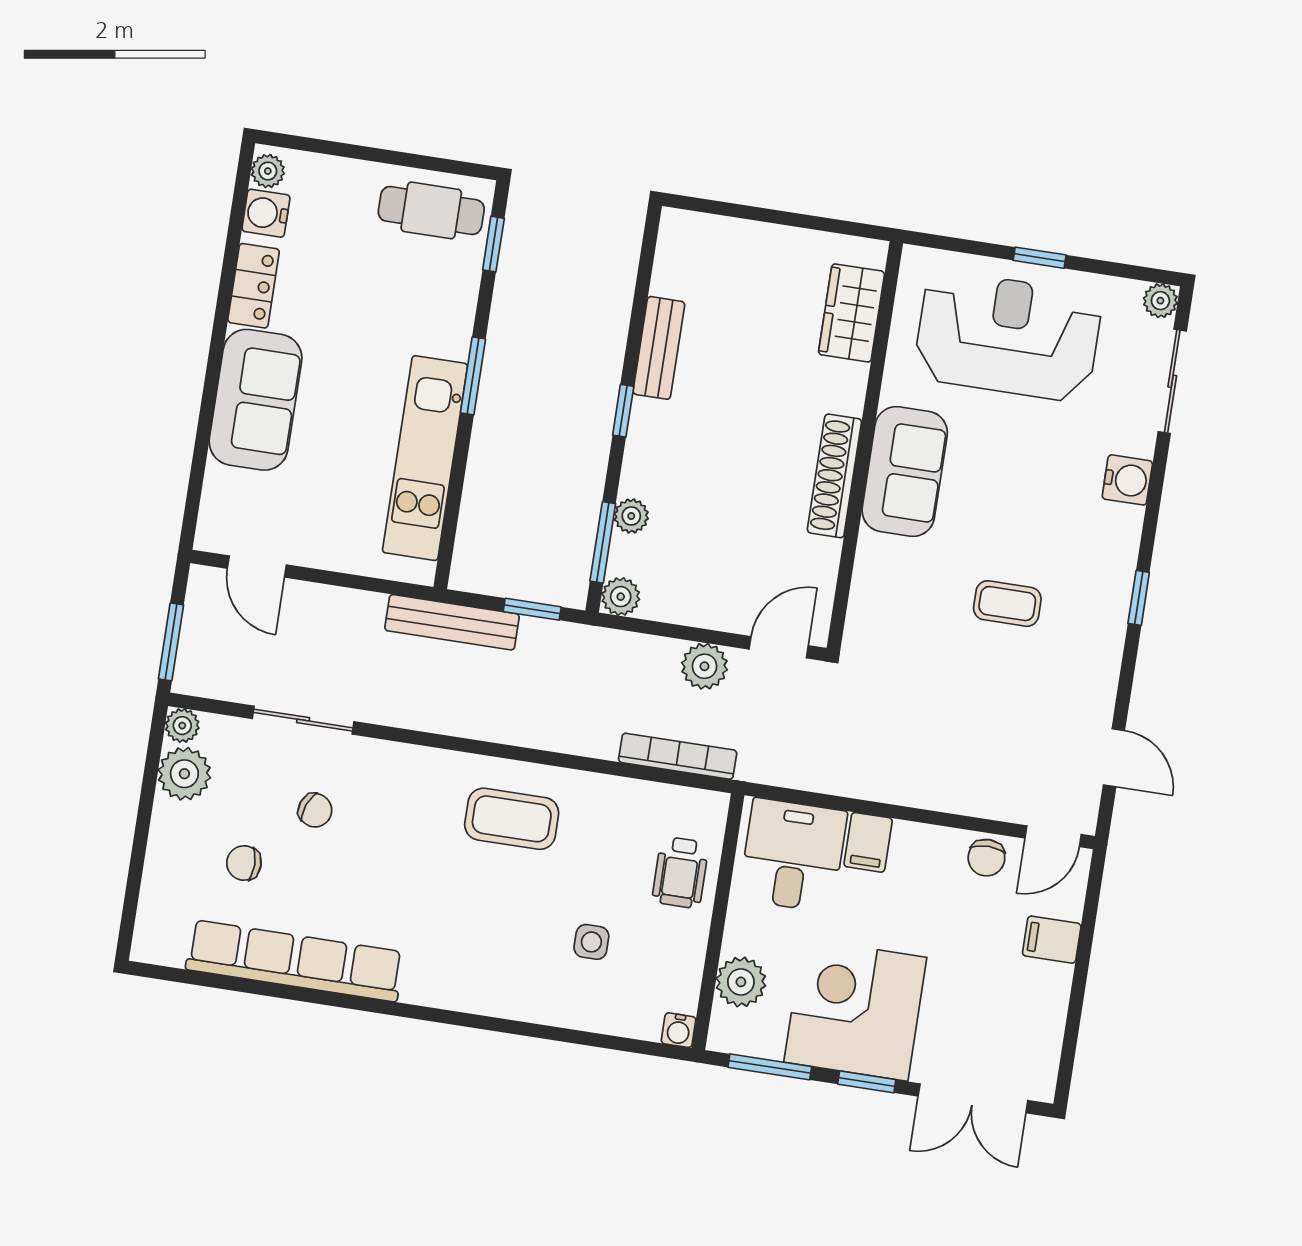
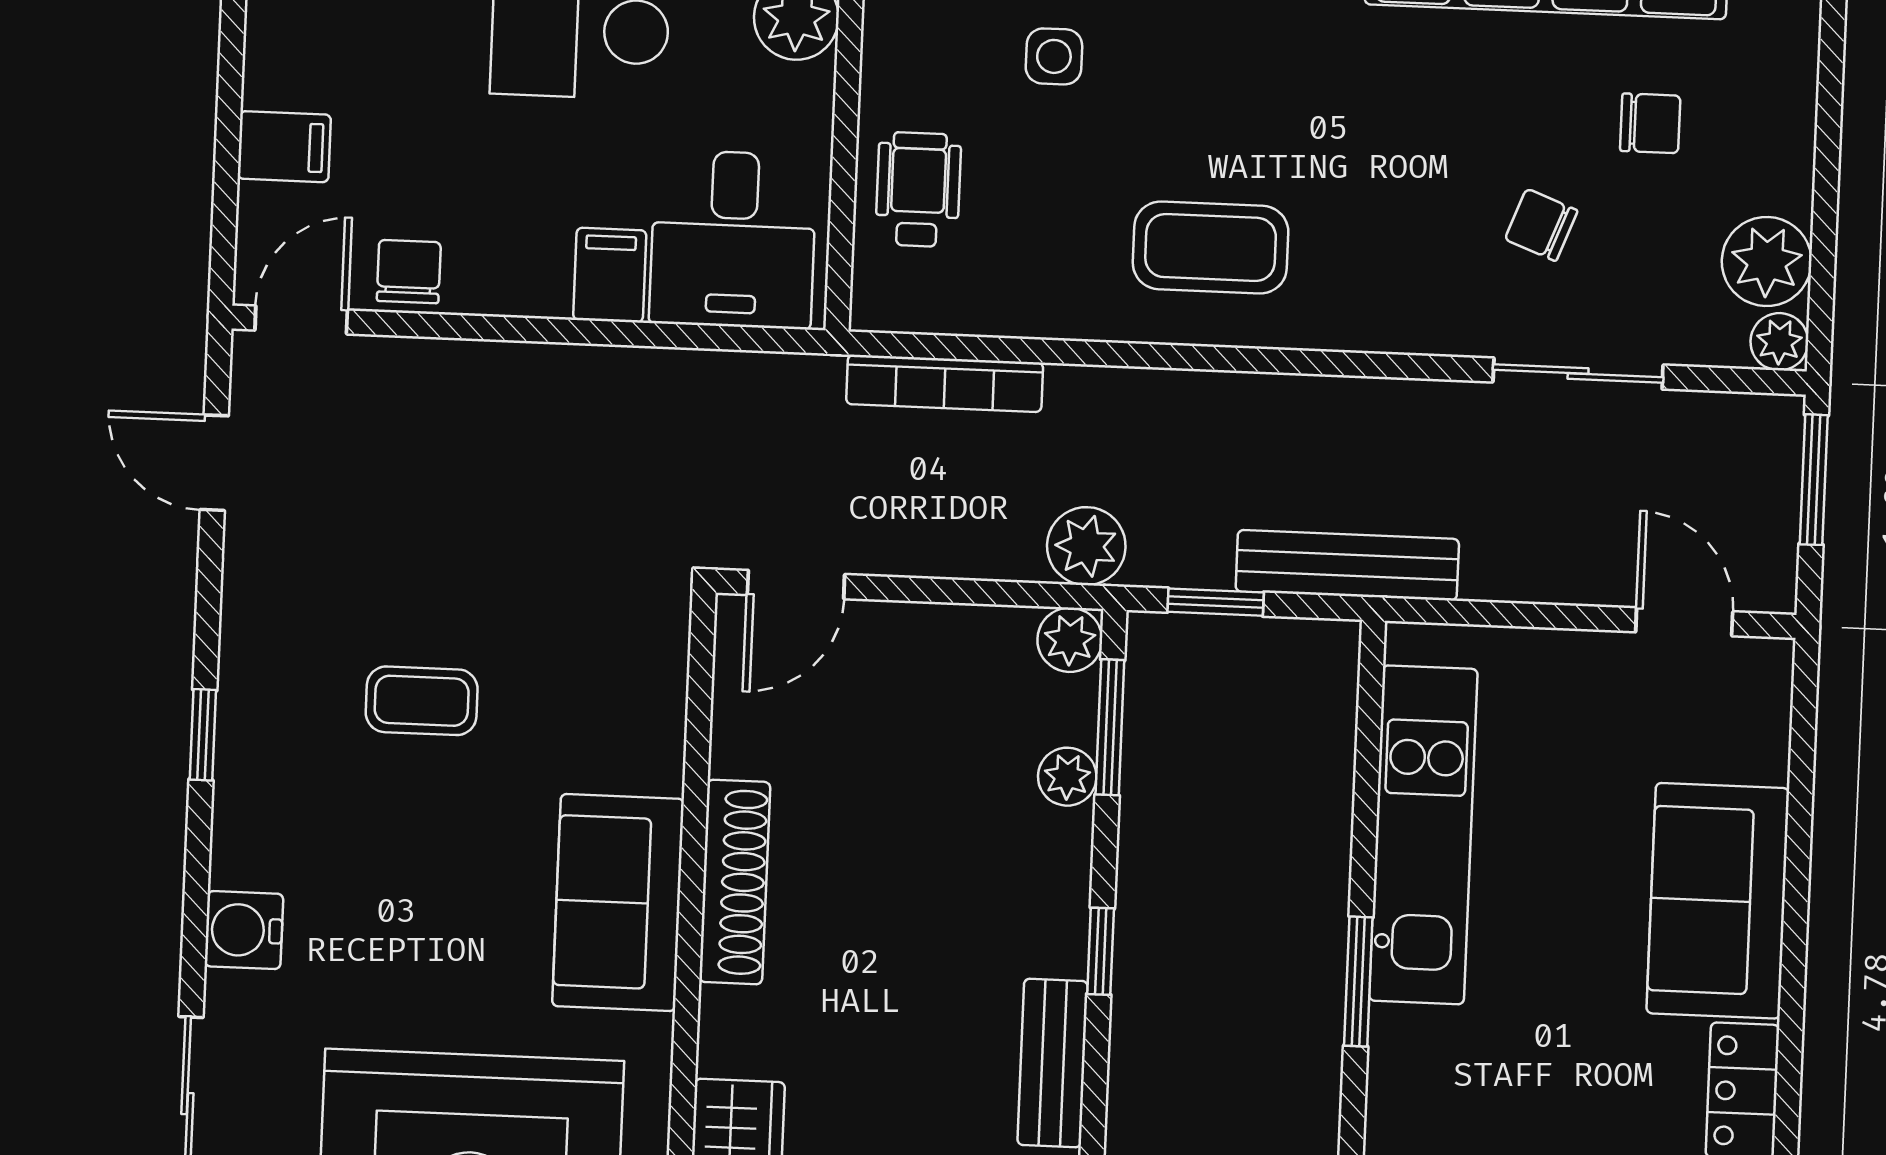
plant: (704, 666) -> (1086, 546), moved

